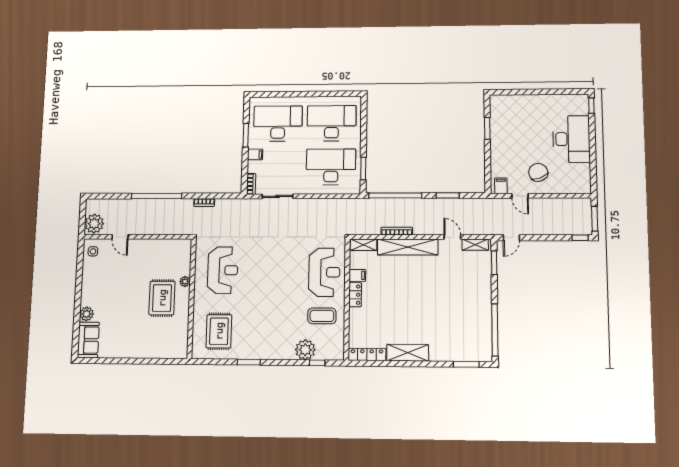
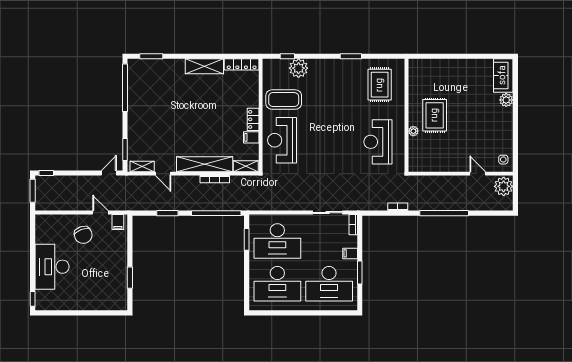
coffee table: (322, 316) -> (284, 100), width x1.36, depth x1.32

